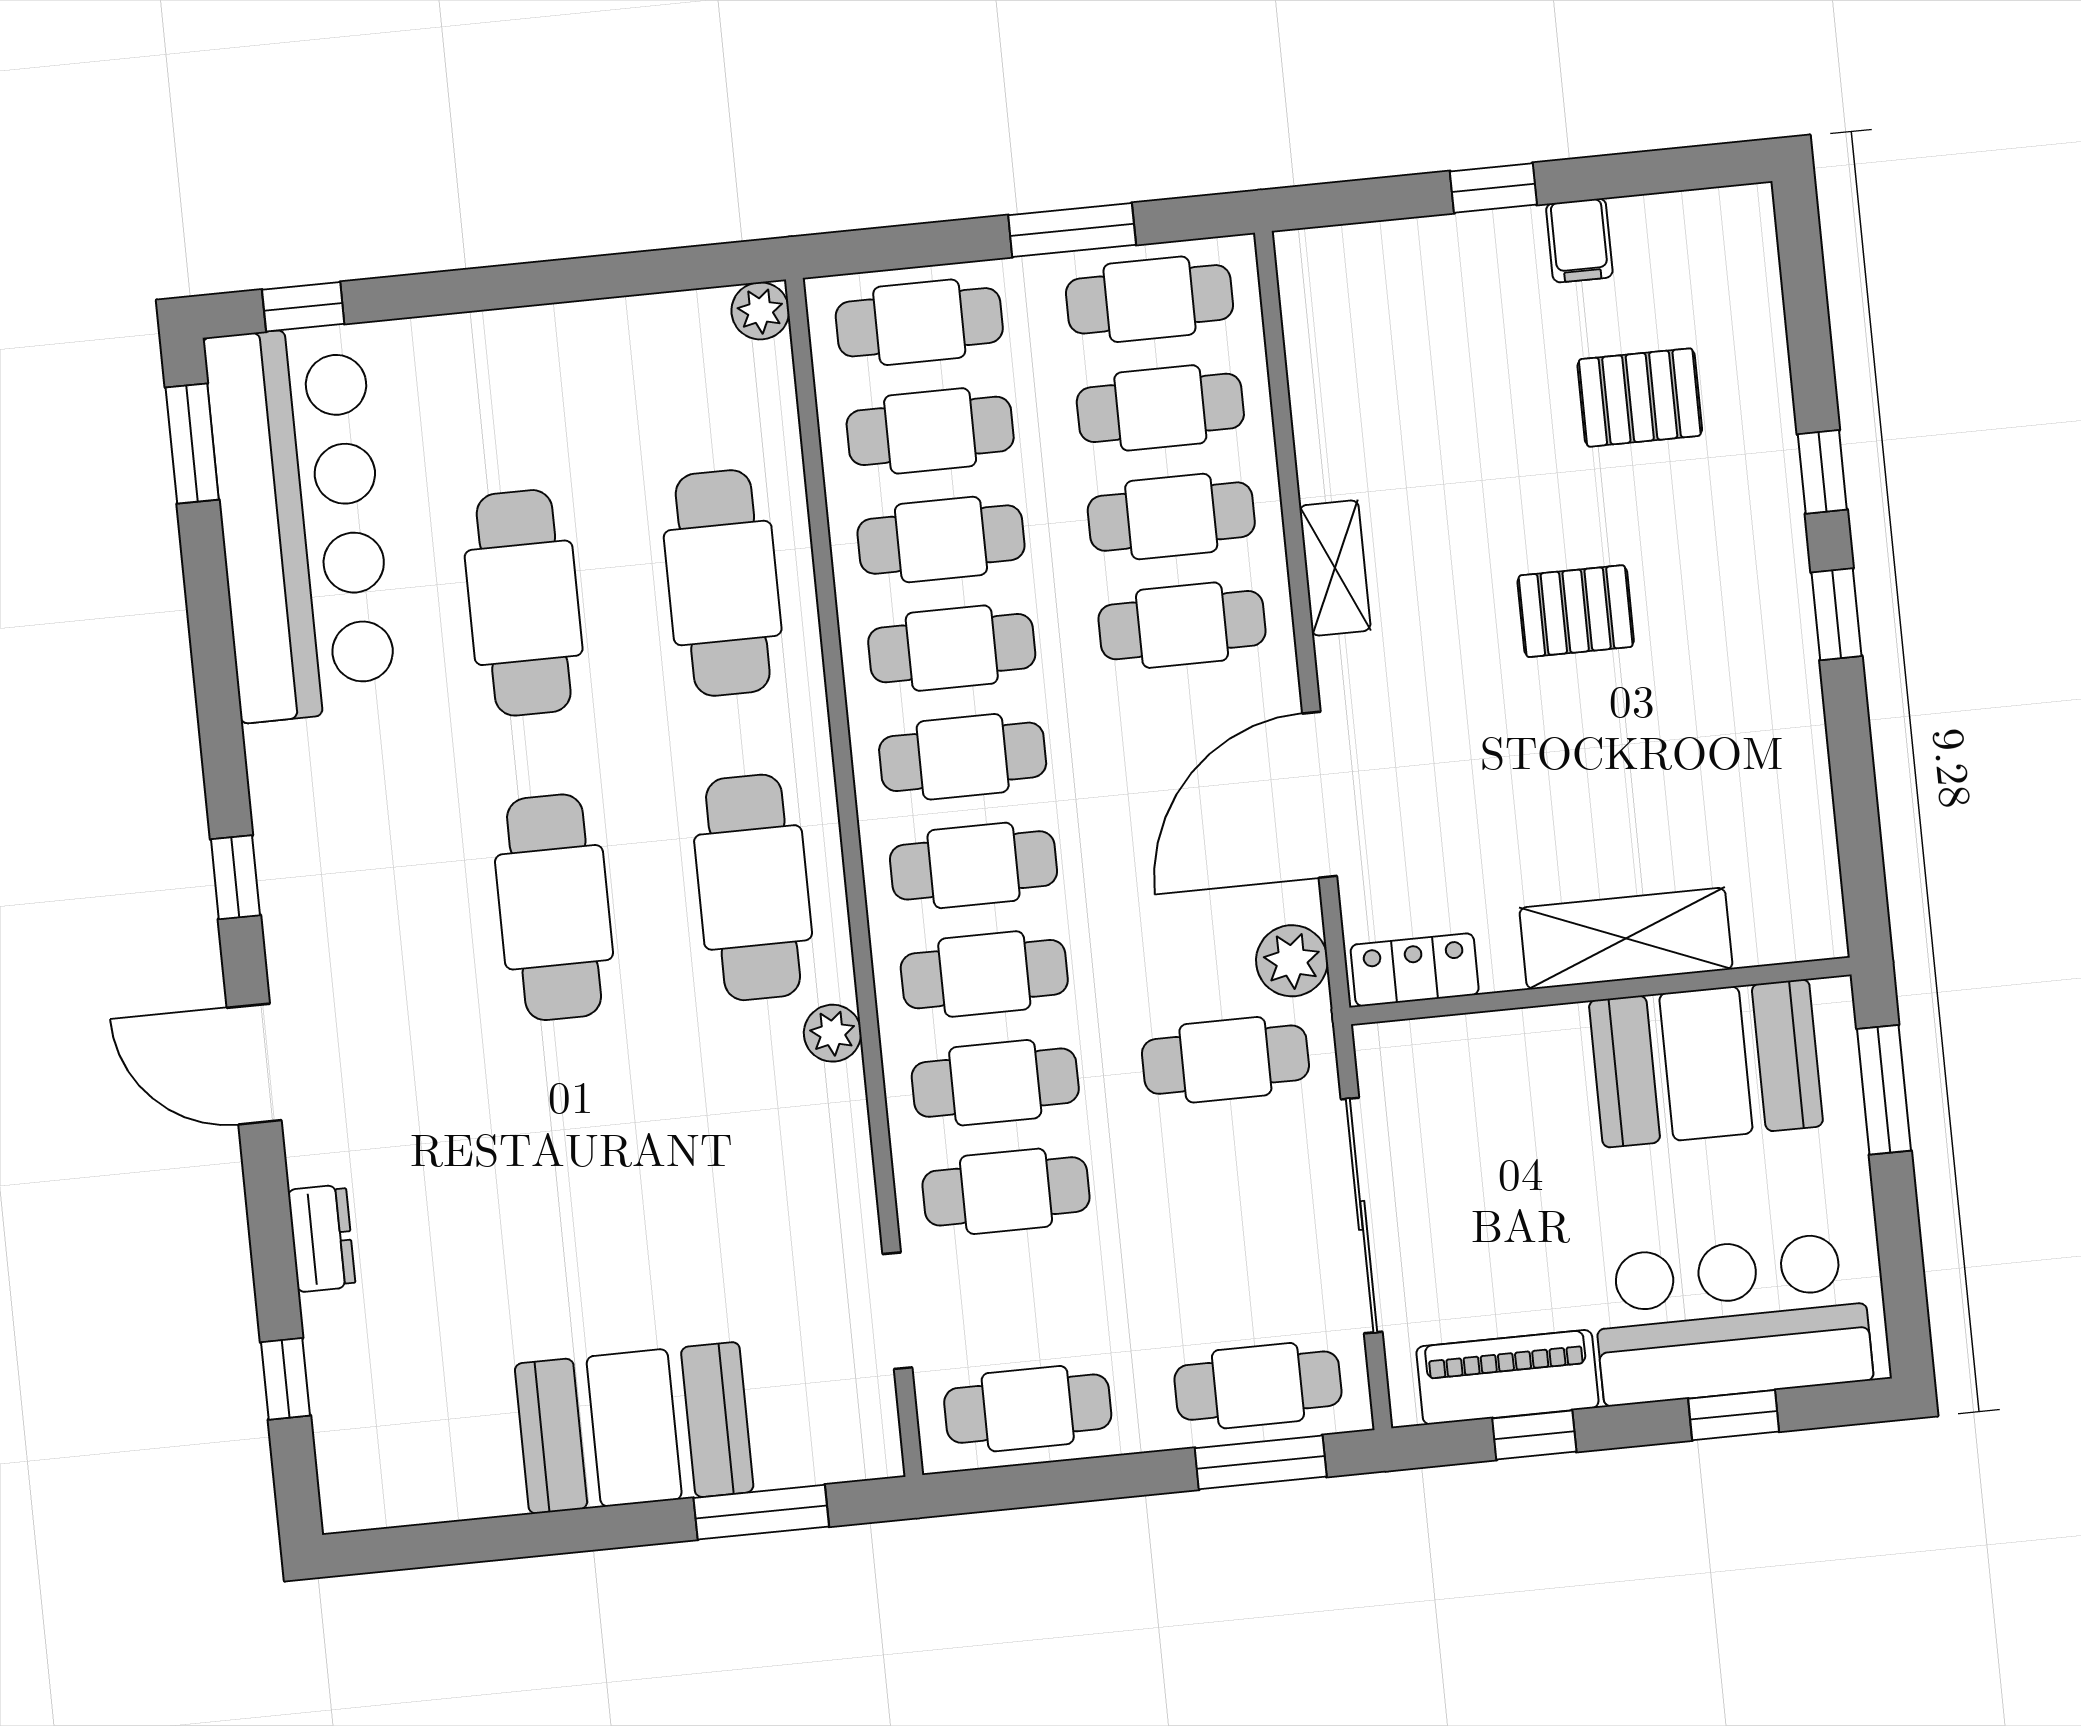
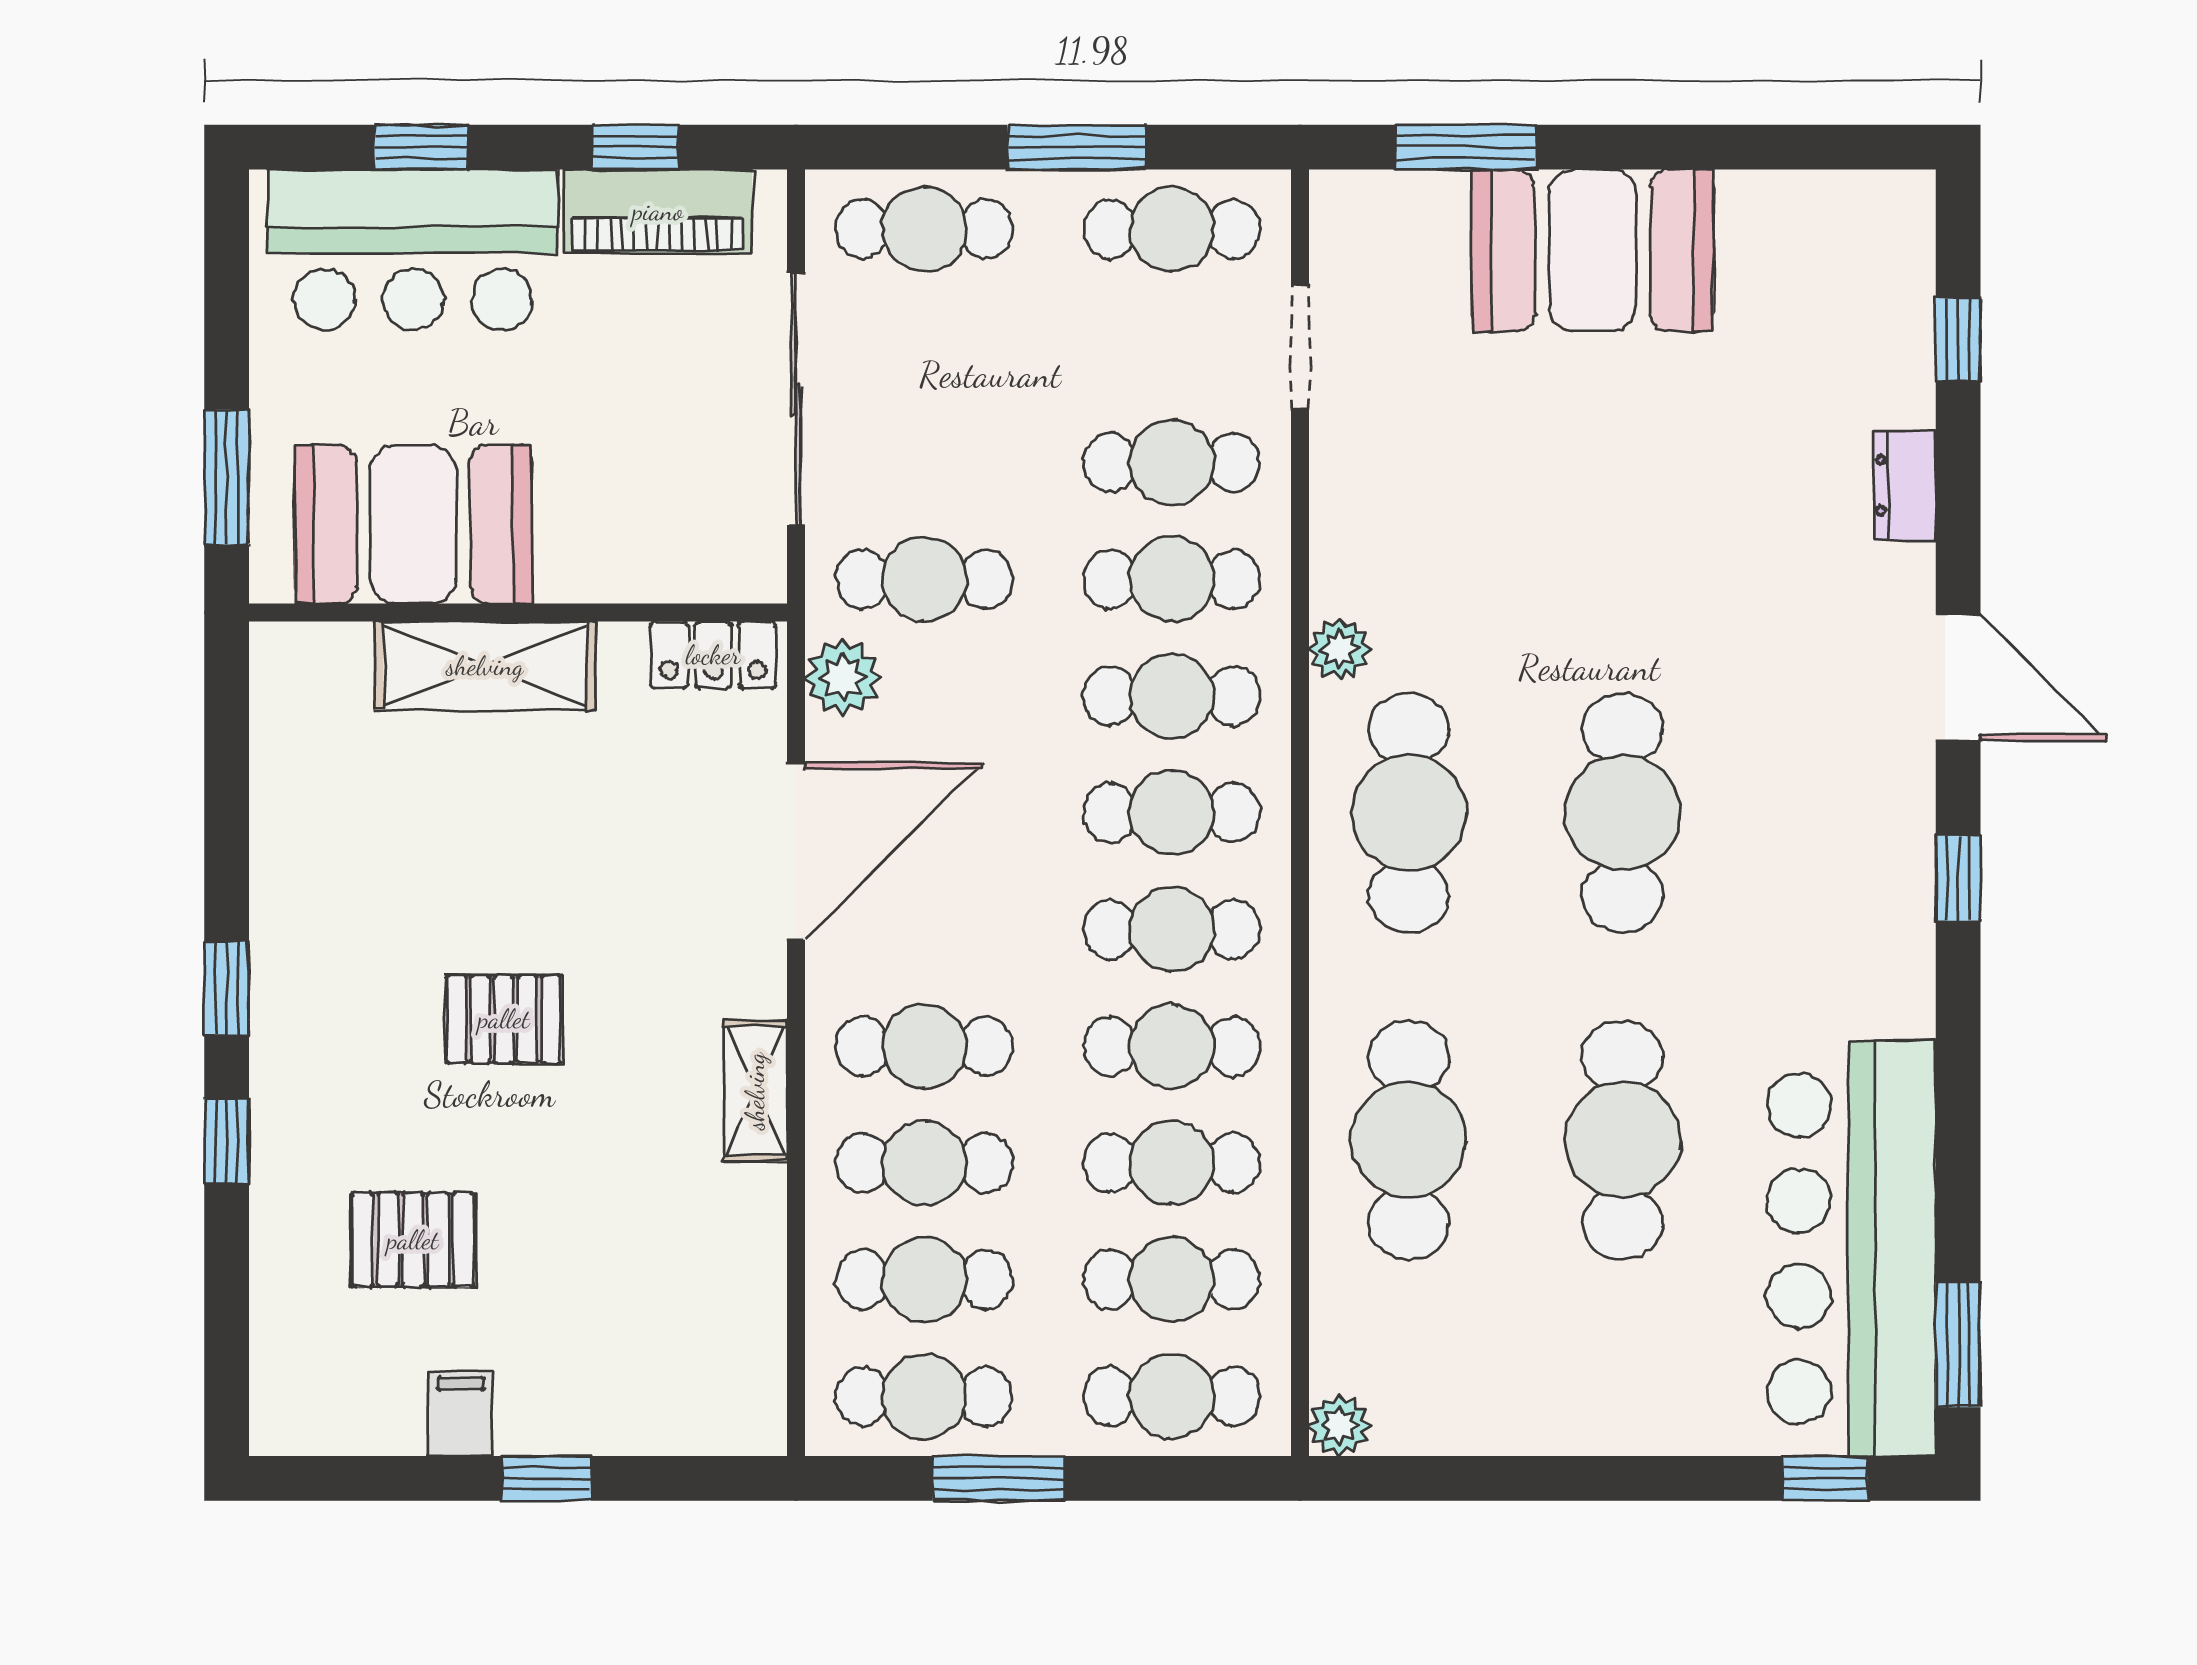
window: (1261, 1462) -> (1076, 147), moved

